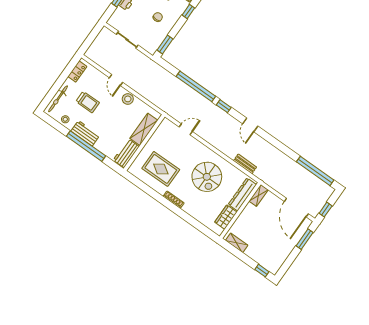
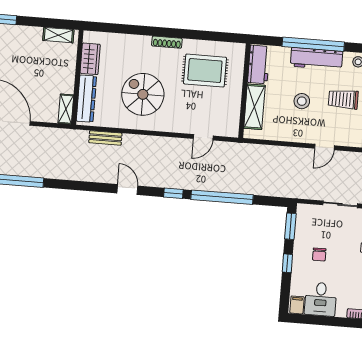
window: (188, 11) -> (287, 263), moved
door: (116, 80) -> (325, 147), swing flipped
stool: (128, 99) -> (302, 101), moved
workbench: (85, 133) -> (316, 59), width x1.38

